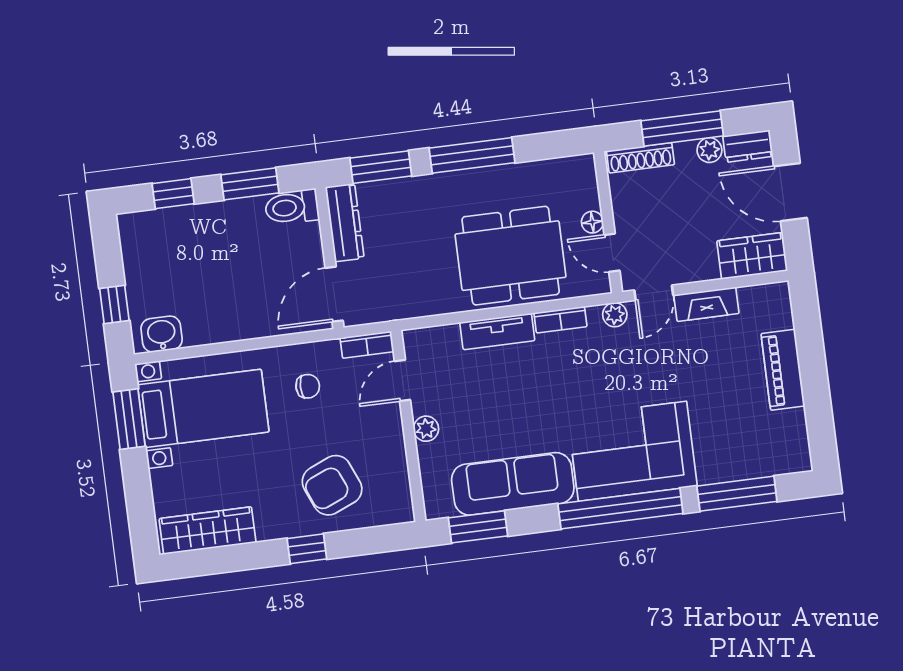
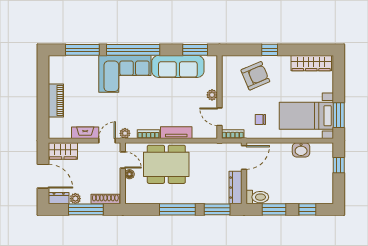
washbasin: (162, 334) -> (301, 150), moved
door: (402, 380) -> (219, 117), swing flipped

